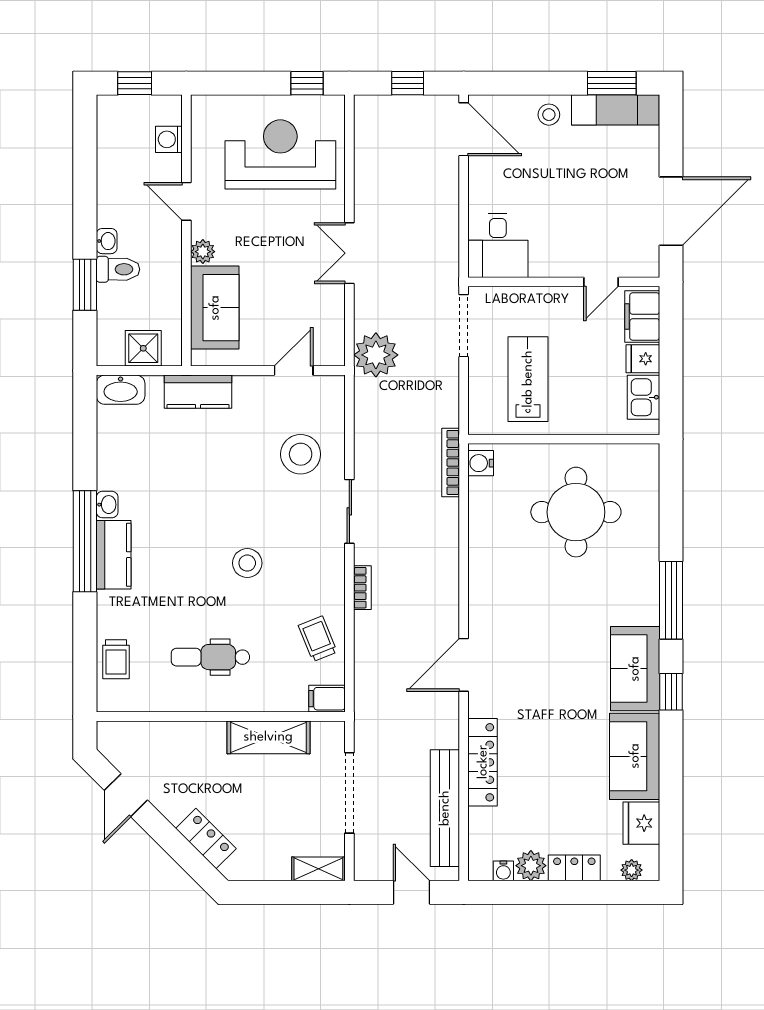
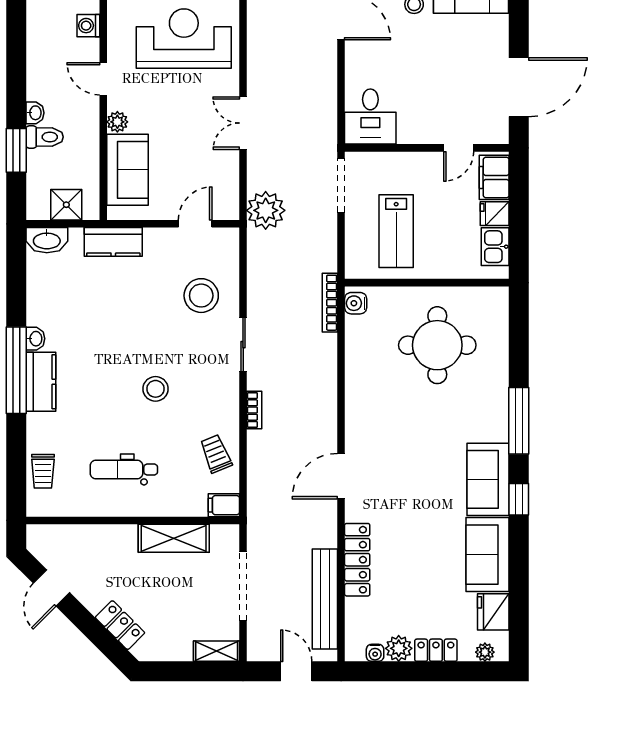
lab bench: (528, 379) -> (396, 231), turned 180

